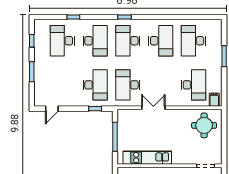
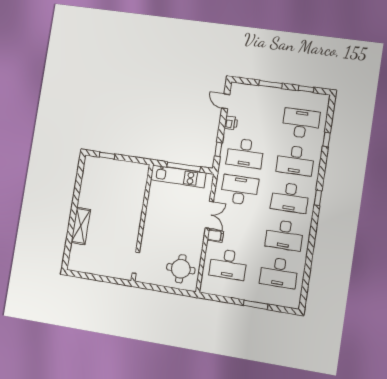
desk: (128, 41) -> (290, 198), turned 180
desk: (193, 41) -> (279, 273), turned 180
filing cabinet: (214, 100) -> (215, 236), moved
printer: (70, 101) -> (231, 123), added
kitchen unit: (147, 158) -> (178, 176), moved, turned 90

